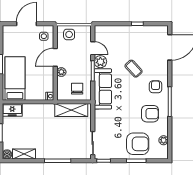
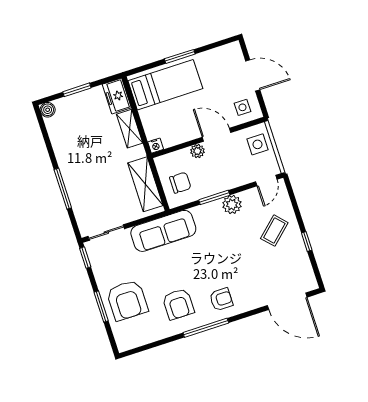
door: (93, 48) -> (266, 181), moved
coffee table: (134, 69) -> (274, 231), moved
sofa: (103, 89) -> (163, 231), moved
plant: (164, 140) -> (145, 337), removed
shelving: (24, 154) -> (130, 129), moved

